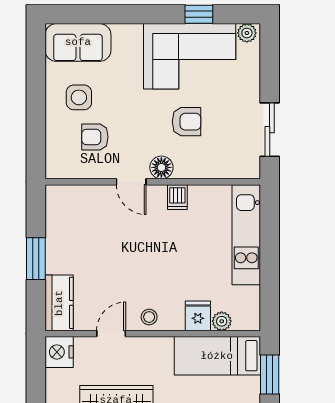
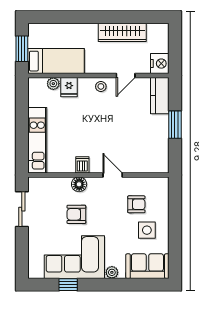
plant: (247, 33) -> (112, 272), moved
floor lamp: (161, 167) -> (79, 184), moved

